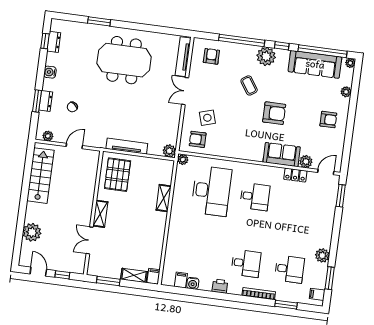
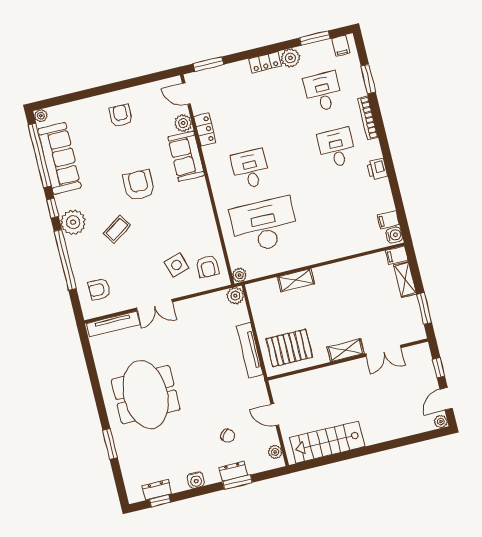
plant: (346, 92) -> (78, 107), removed
plant: (32, 232) -> (441, 422), moved, width x0.53, depth x0.53
locker: (326, 236) -> (265, 62), added
water cooler: (193, 283) -> (394, 235), moved

